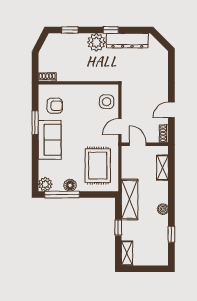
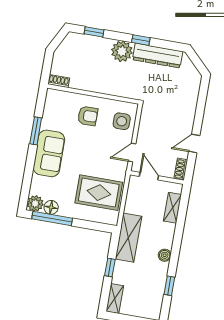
armchair: (55, 106) -> (88, 116), moved
rug: (98, 166) -> (99, 193), turned 90
floor lamp: (70, 185) -> (51, 207), moved

